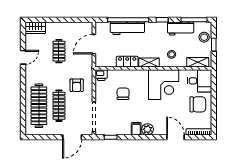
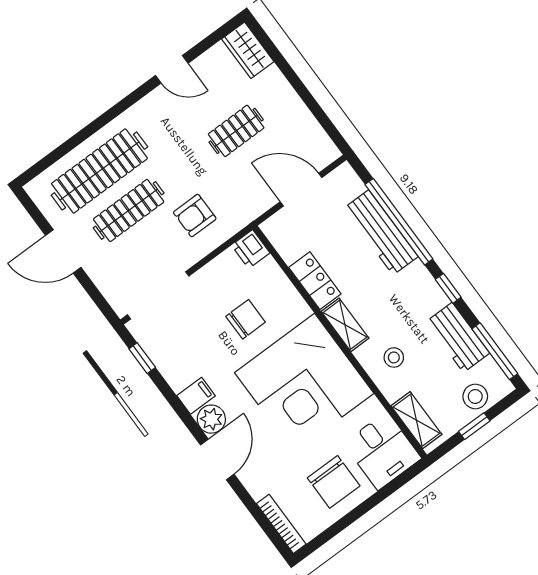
corner desk: (164, 85) -> (304, 383), width x1.36, depth x1.36
door: (72, 137) -> (63, 251), moved
door: (176, 137) -> (217, 460), moved

